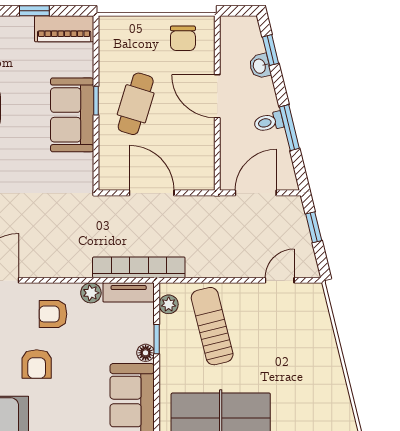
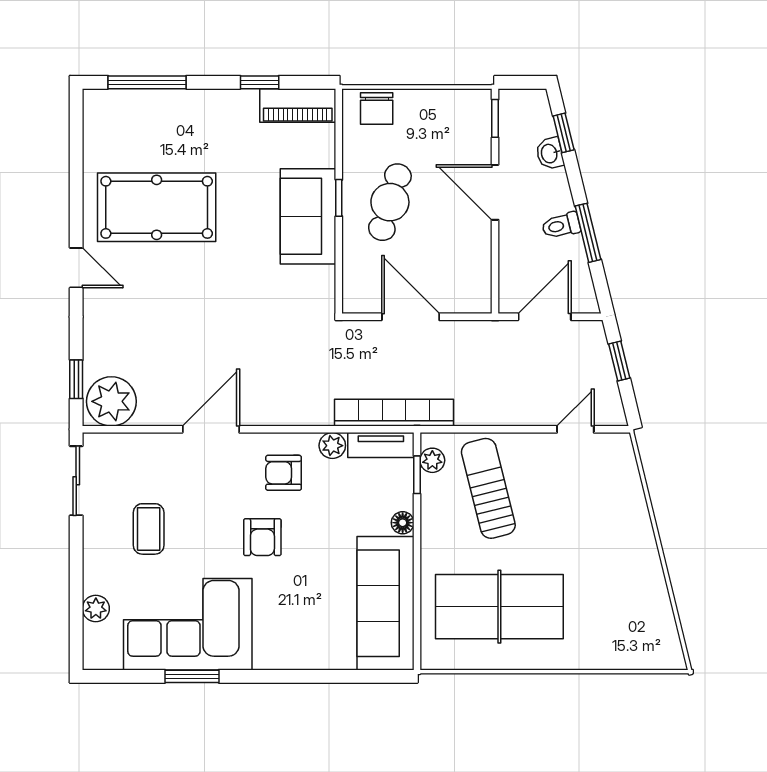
chair: (183, 38) -> (377, 108), moved
window: (217, 39) -> (495, 118), added
window: (157, 339) -> (417, 475), moved

